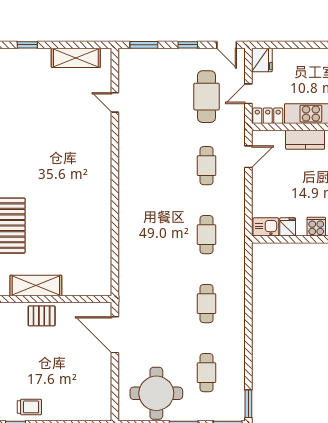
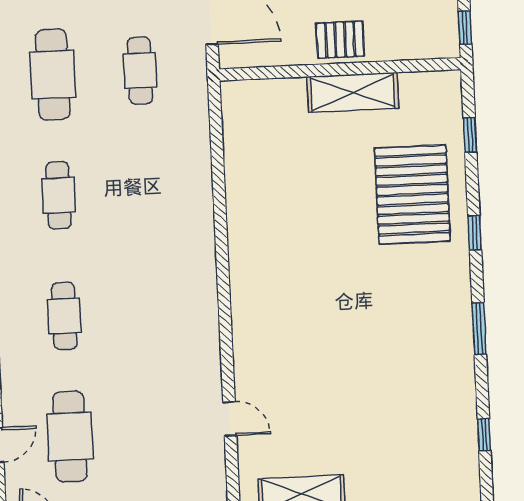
cafe table: (157, 304) -> (140, 71), added
cafe table: (207, 304) -> (53, 75), width x1.37, depth x1.35

